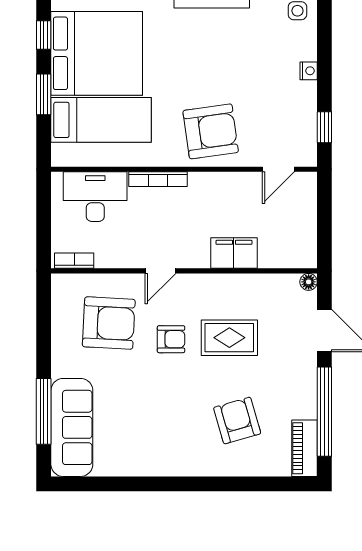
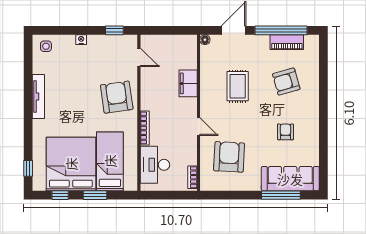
armchair: (171, 339) -> (285, 132), moved
piano: (304, 448) -> (287, 42), moved

